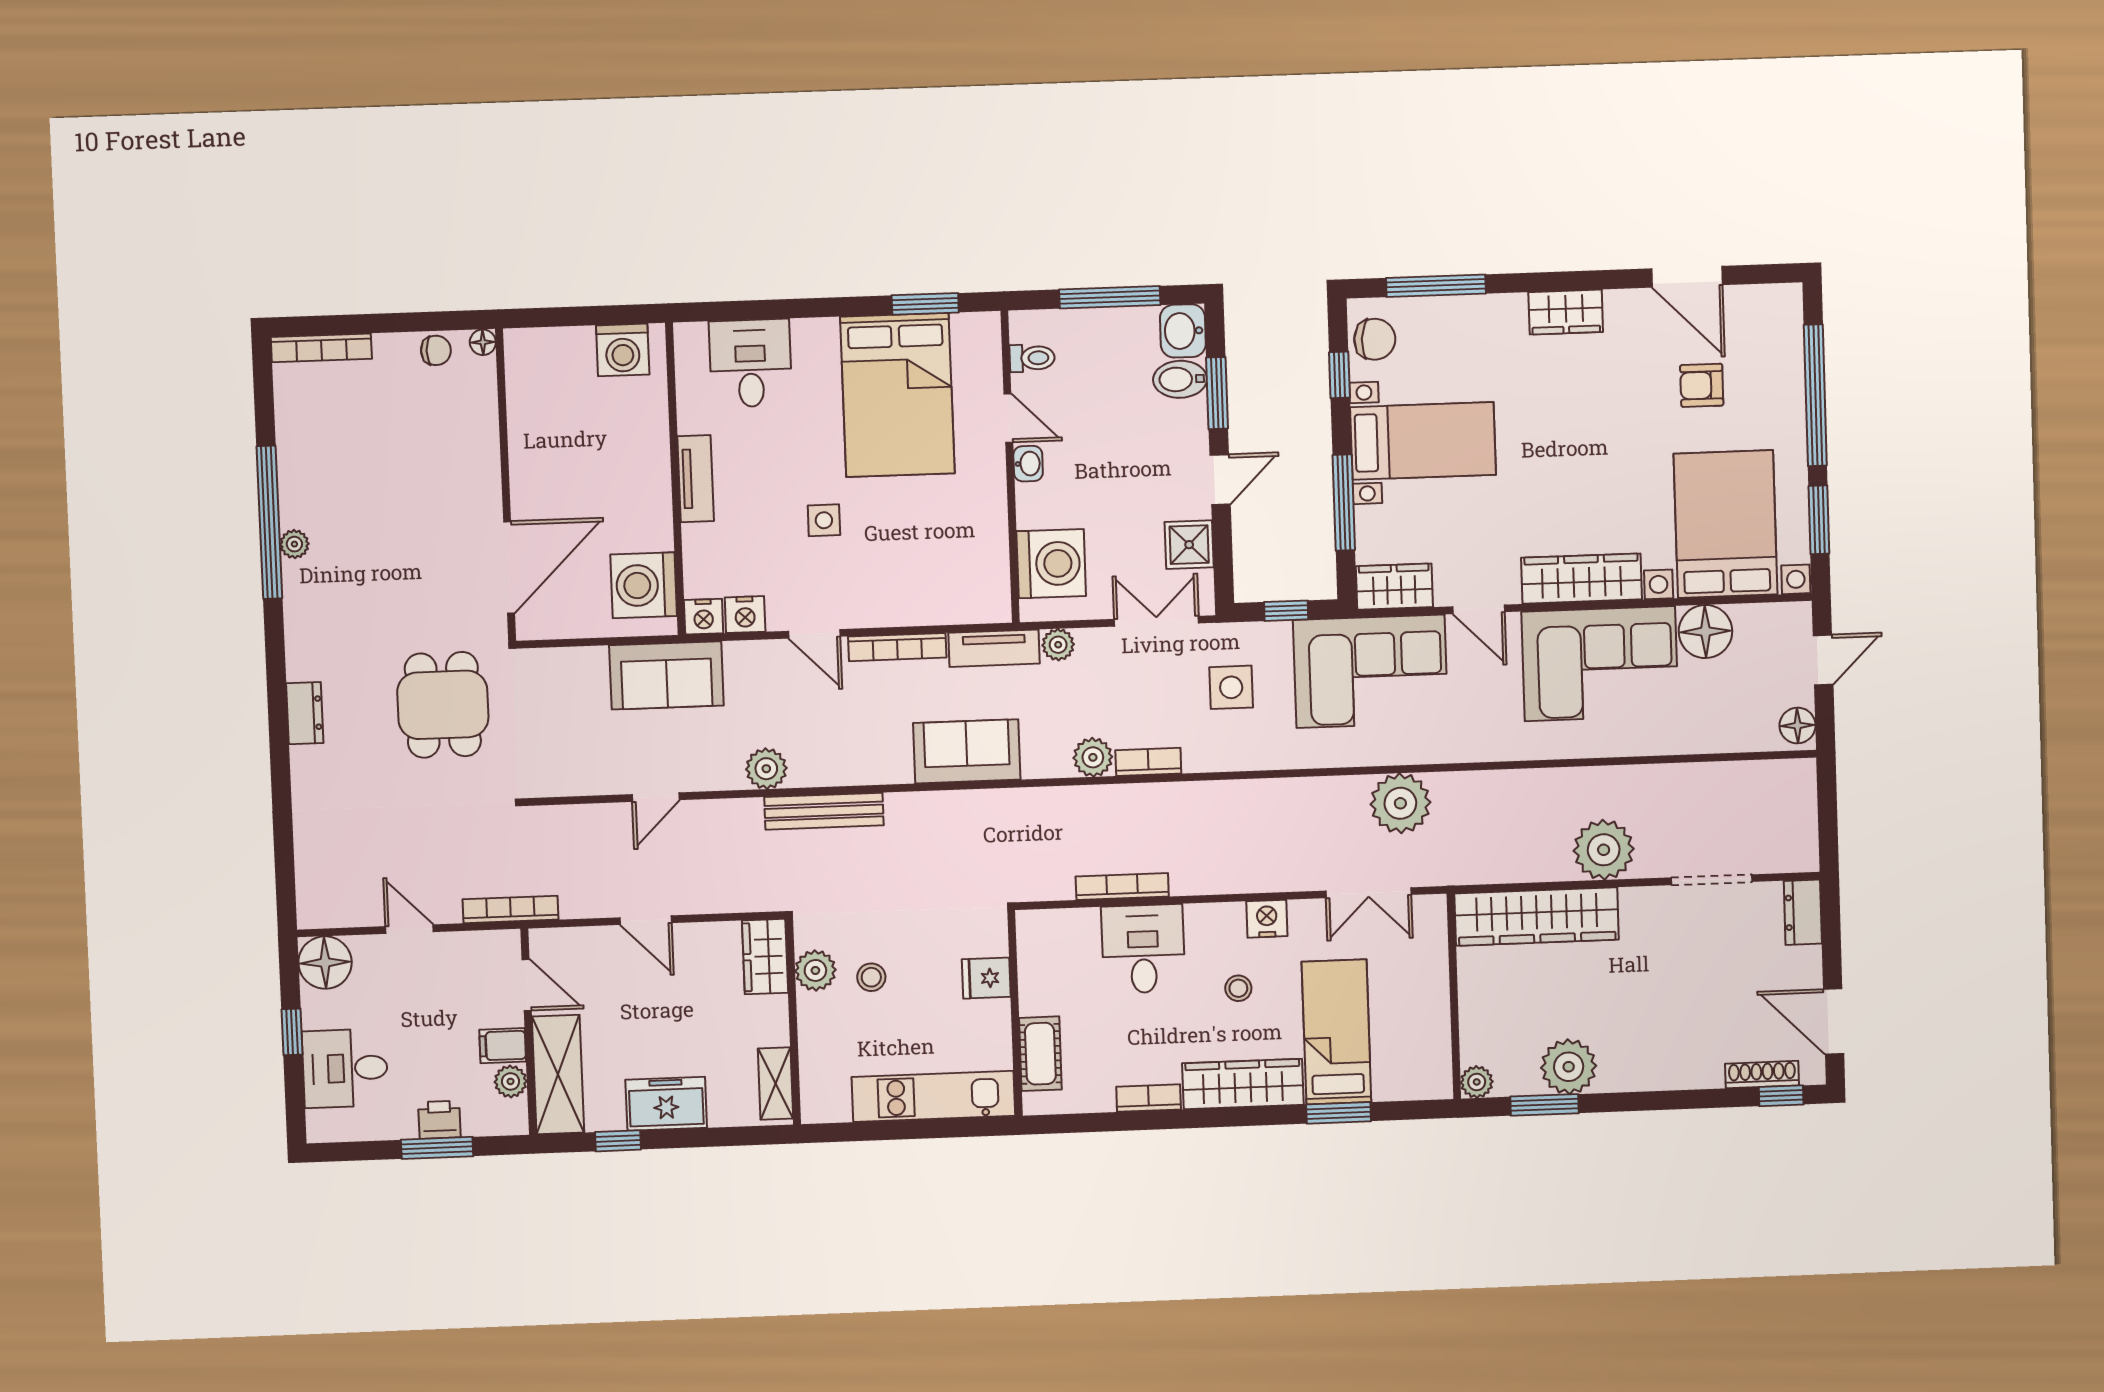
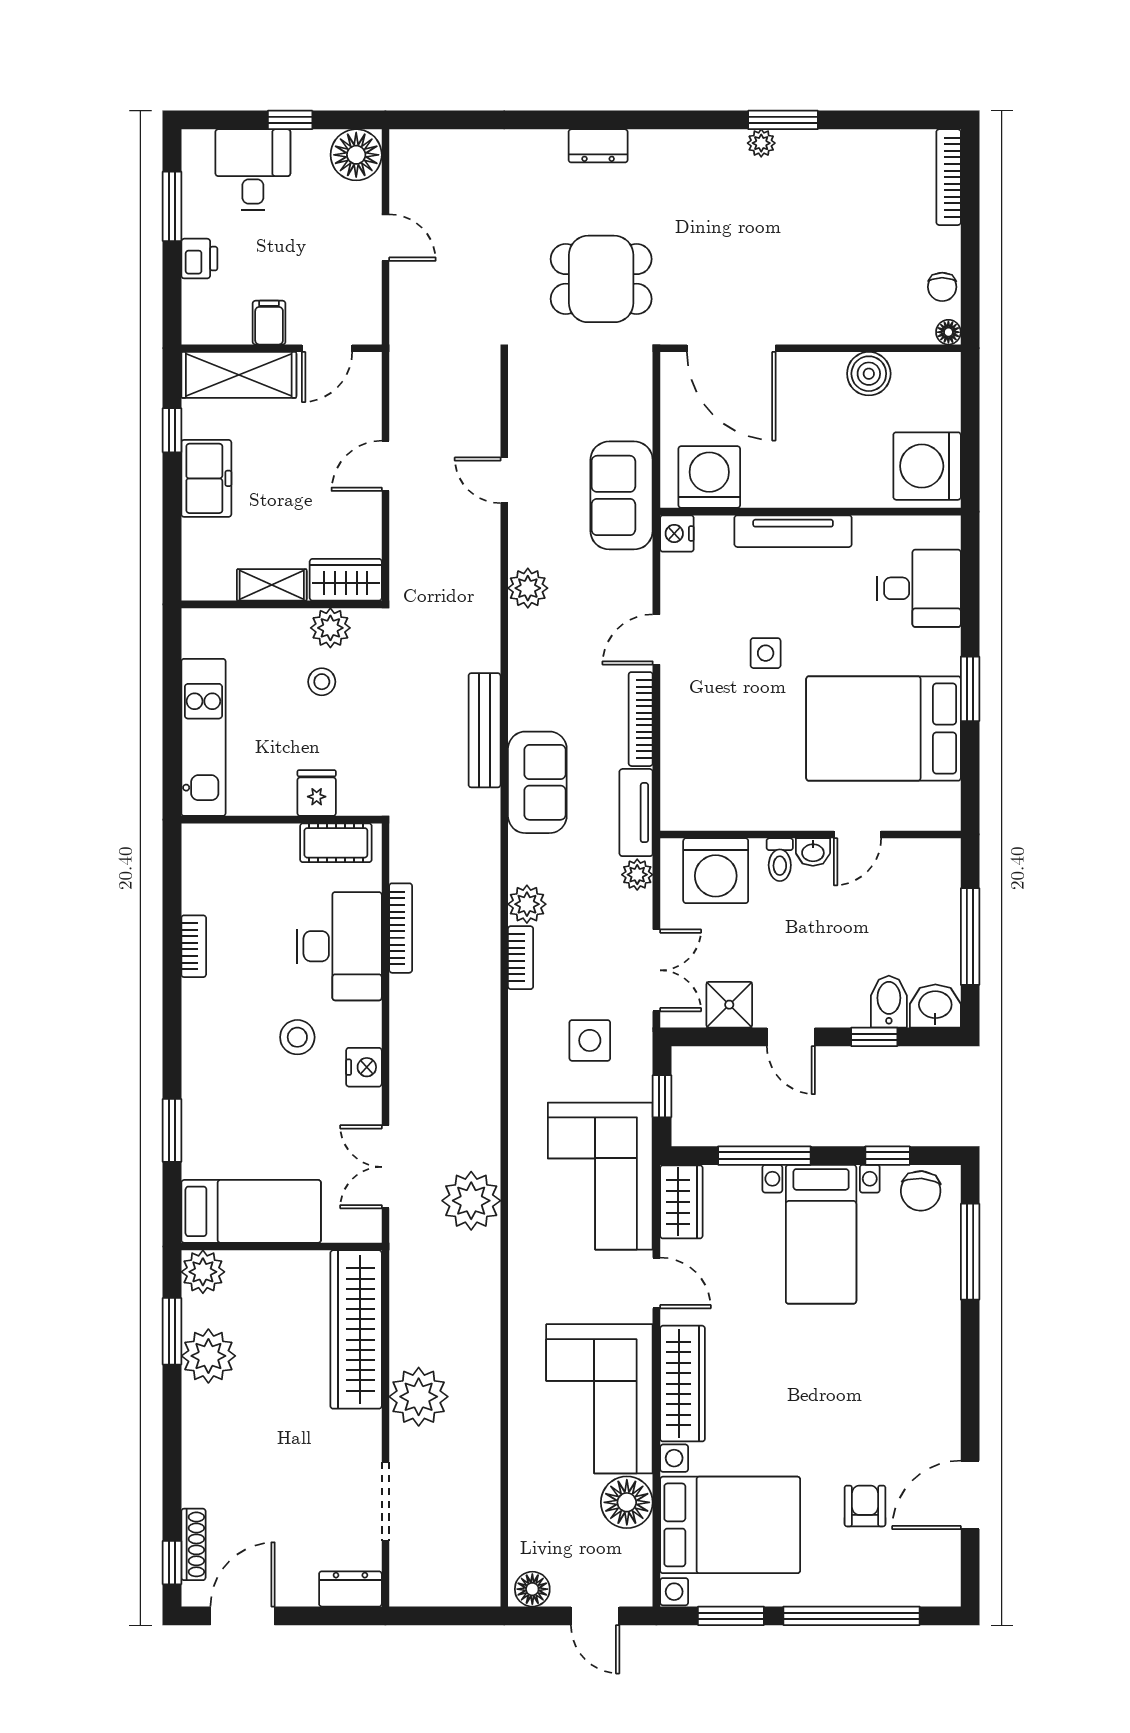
window: (925, 304) -> (970, 689), moved
wardrobe: (1566, 312) -> (940, 1376), removed
washing machine: (623, 350) -> (927, 466), width x1.37, depth x1.37
toilet: (1032, 358) -> (780, 860), moved
window: (1217, 393) -> (874, 1037), width x0.67
boiler: (530, 424) -> (869, 374), added
tv unit: (696, 479) -> (793, 531), width x1.41
window: (269, 522) -> (783, 120), width x0.47
door: (1479, 609) -> (656, 1283), swing flipped
nightstand: (745, 615) -> (677, 574), removed
bench: (824, 811) -> (485, 730), moved
bookcase: (511, 909) -> (401, 336), removed
door: (409, 929) -> (385, 238), hinge flipped
desk: (1143, 949) -> (339, 946), width x1.37
stool: (1238, 988) -> (297, 1037), width x1.37, depth x1.37
bed: (1336, 1032) -> (251, 1211), moved
cot: (1040, 1054) -> (336, 843), moved
plant: (511, 1081) -> (234, 329), removed
plant: (1477, 1082) -> (203, 1272), width x1.38, depth x1.38
shelving: (775, 1084) -> (272, 585), moved
wardrobe: (1243, 1084) -> (204, 1038), removed
window: (437, 1148) -> (172, 206), moved

